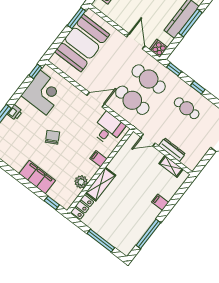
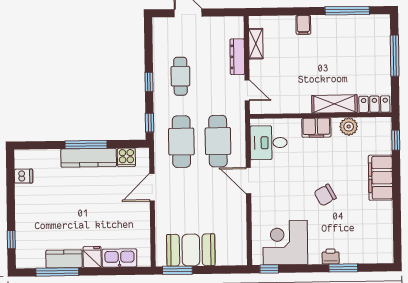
booth: (82, 43) -> (191, 250), width x0.73, depth x0.70
cooker: (158, 48) -> (126, 157), moved
filing cabinet: (98, 159) -> (316, 128), width x2.00

